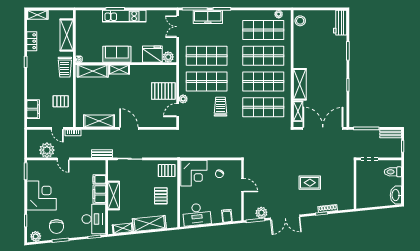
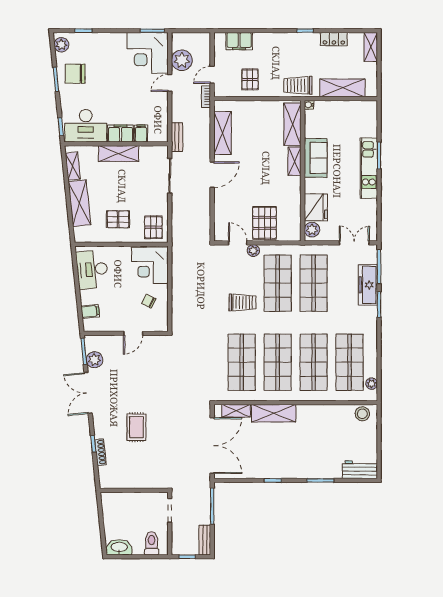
corner desk: (42, 195) -> (148, 53), moved, turned 90

